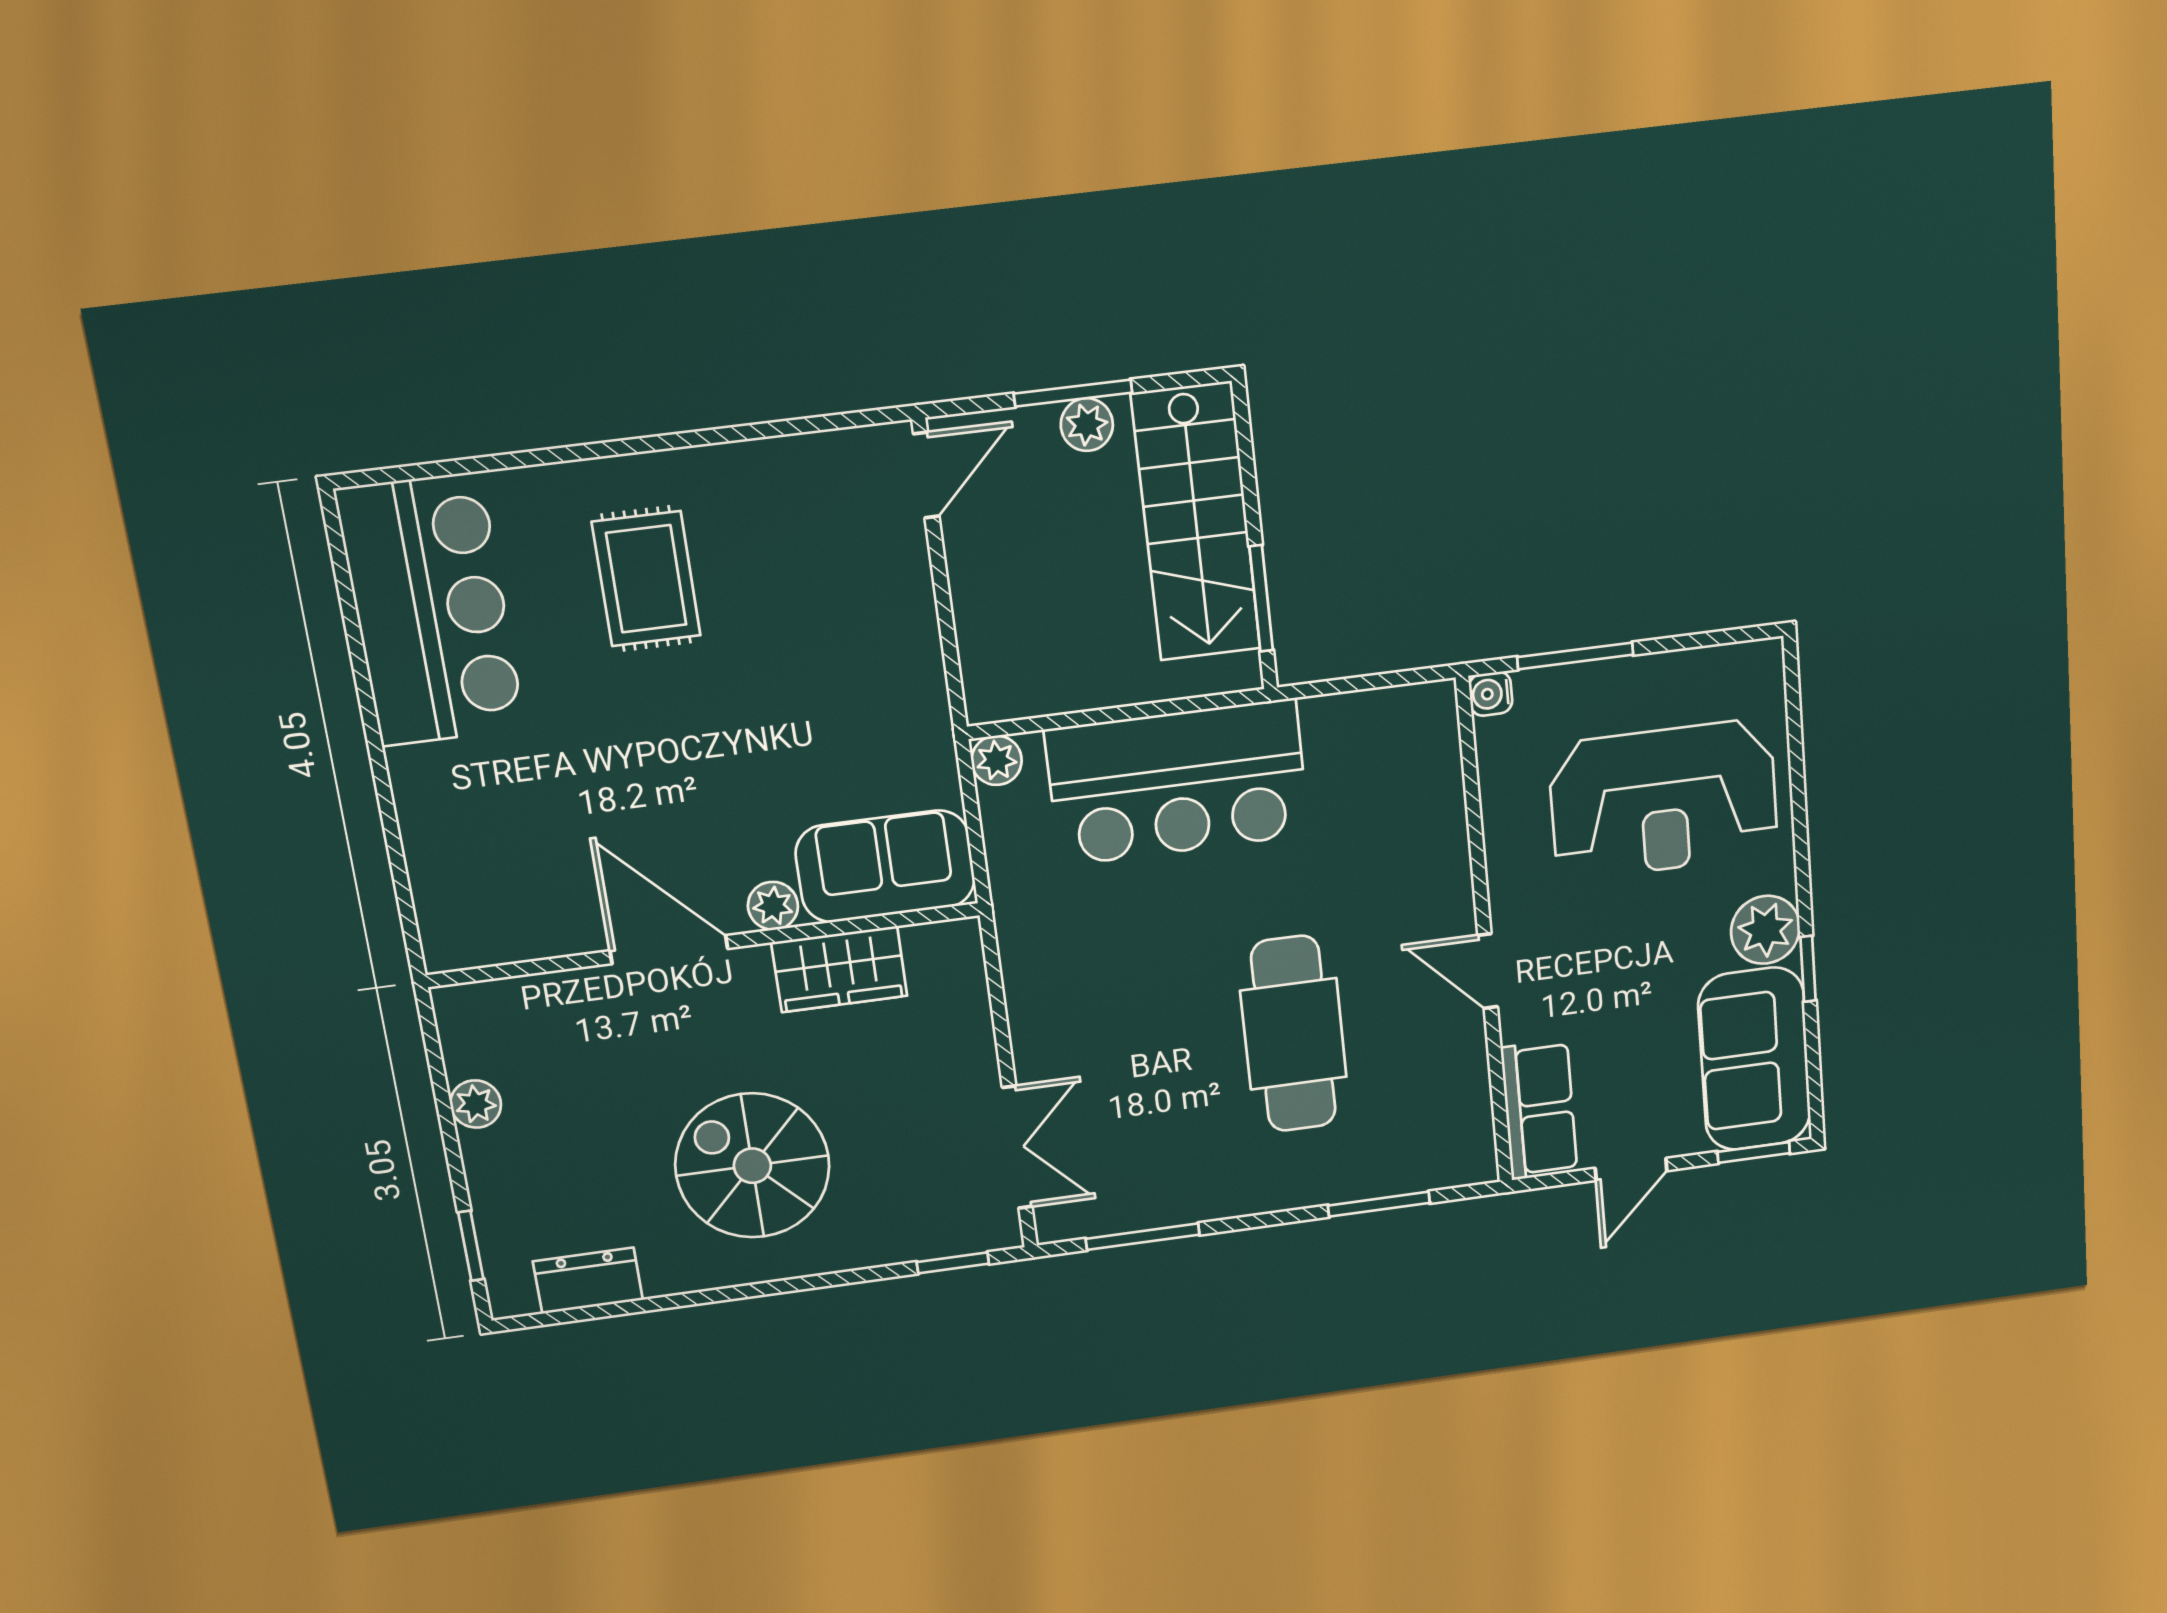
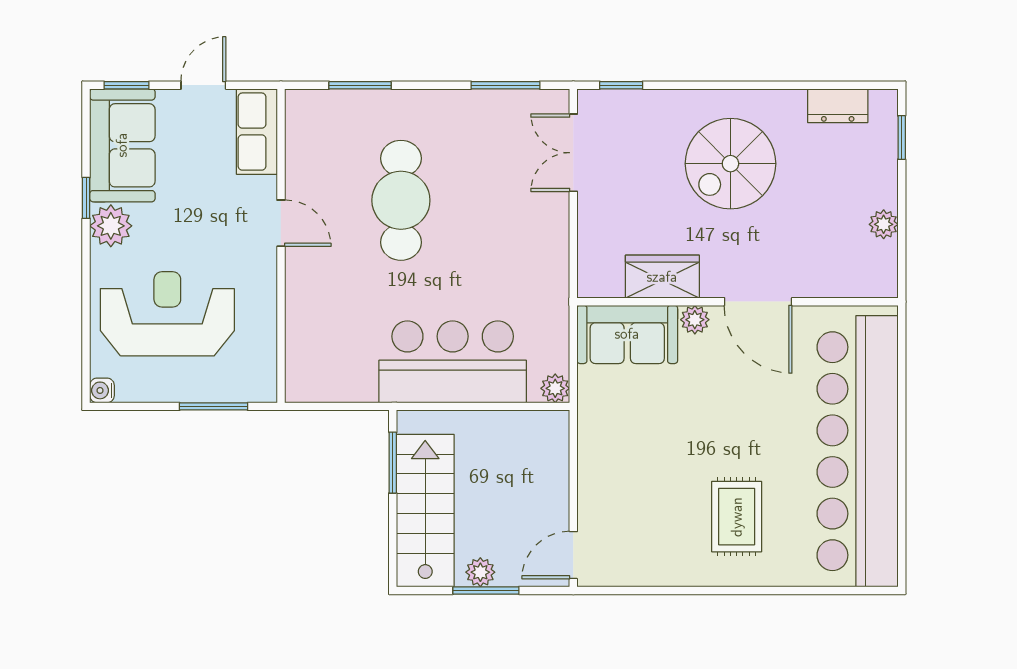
bar counter: (431, 610) -> (858, 451), width x1.86
water cooler: (1491, 694) -> (102, 390), moved, turned 180
spiral stairs: (752, 1166) -> (730, 164), turned 90

